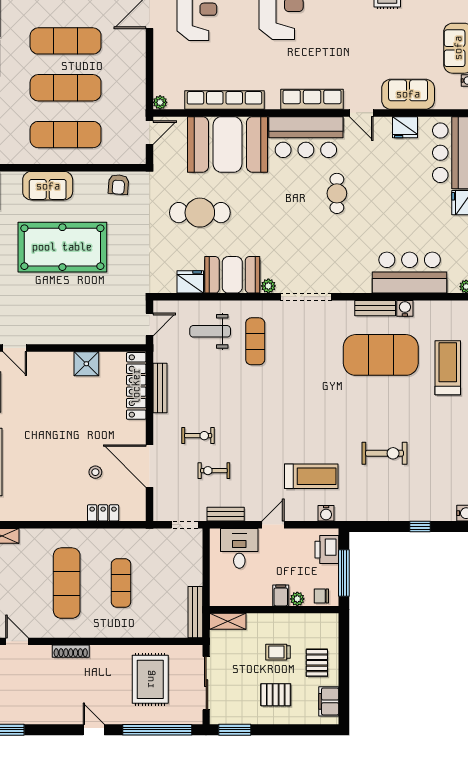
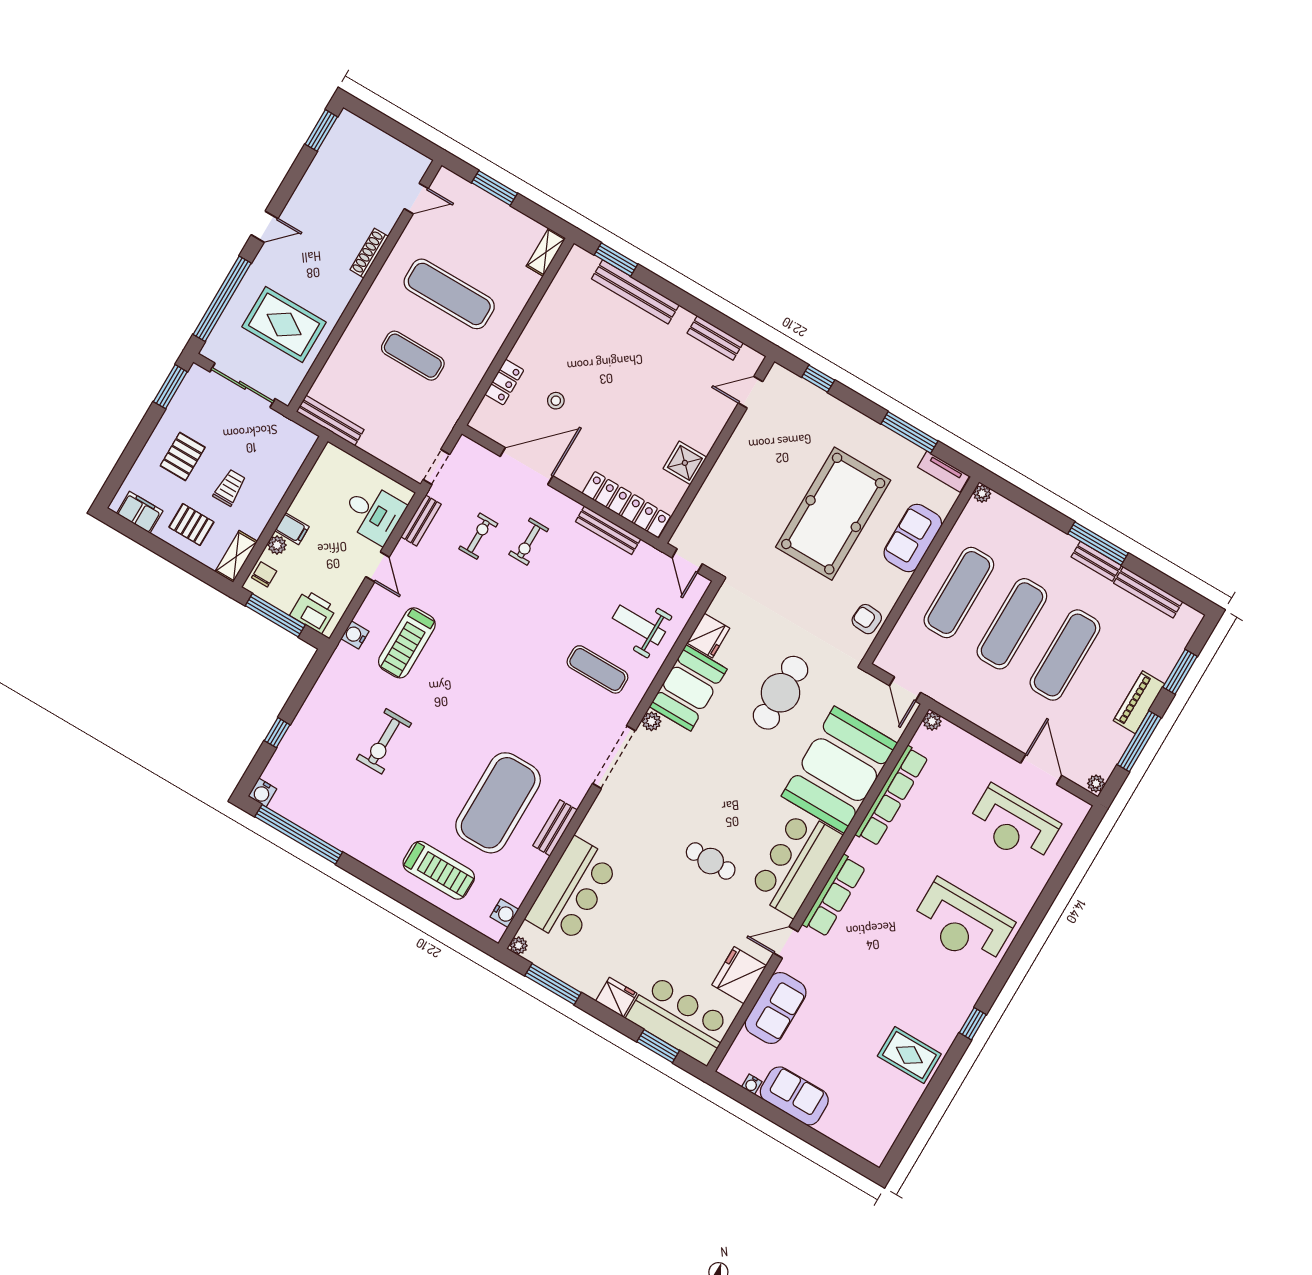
fridge: (405, 127) -> (739, 975), width x1.36, depth x1.34
water cooler: (405, 308) -> (504, 913), moved
weight bench: (210, 331) -> (639, 625), turned -90
shelving: (228, 621) -> (236, 556), moved

